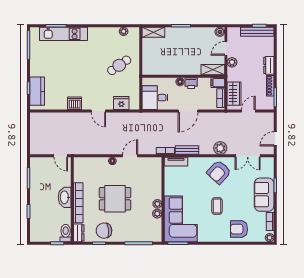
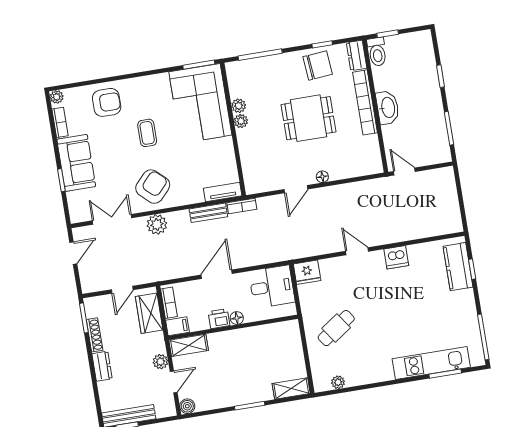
fridge: (121, 103) -> (307, 272), moved

